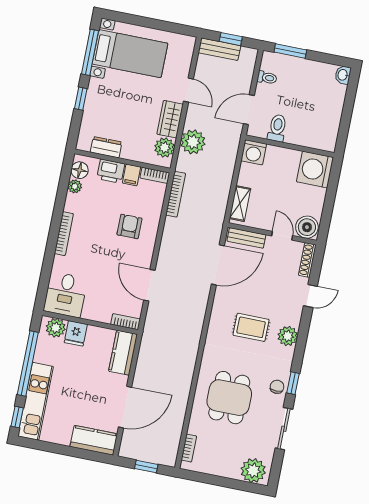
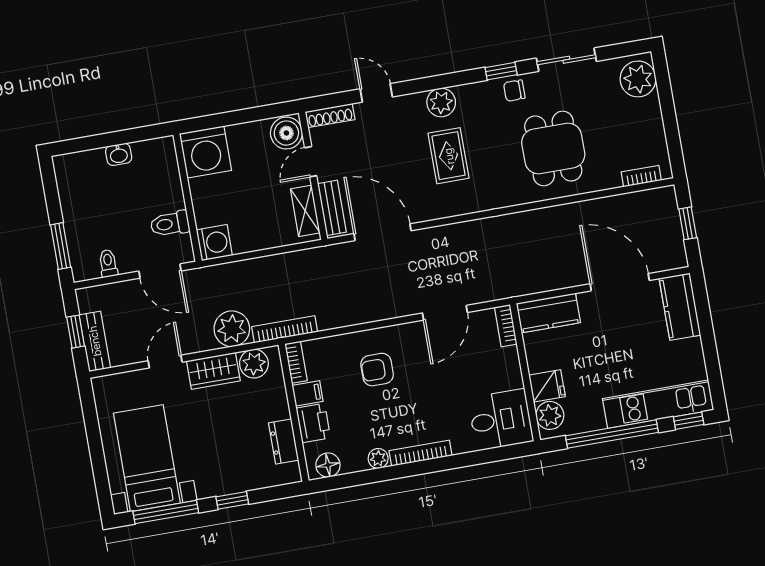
washbasin: (343, 75) -> (119, 154), moved
plant: (75, 186) -> (378, 458), moved
bookcase: (176, 194) -> (285, 329), moved
shelving: (240, 204) -> (305, 211), moved, turned 90
dining table: (229, 398) -> (553, 148), turned 90

